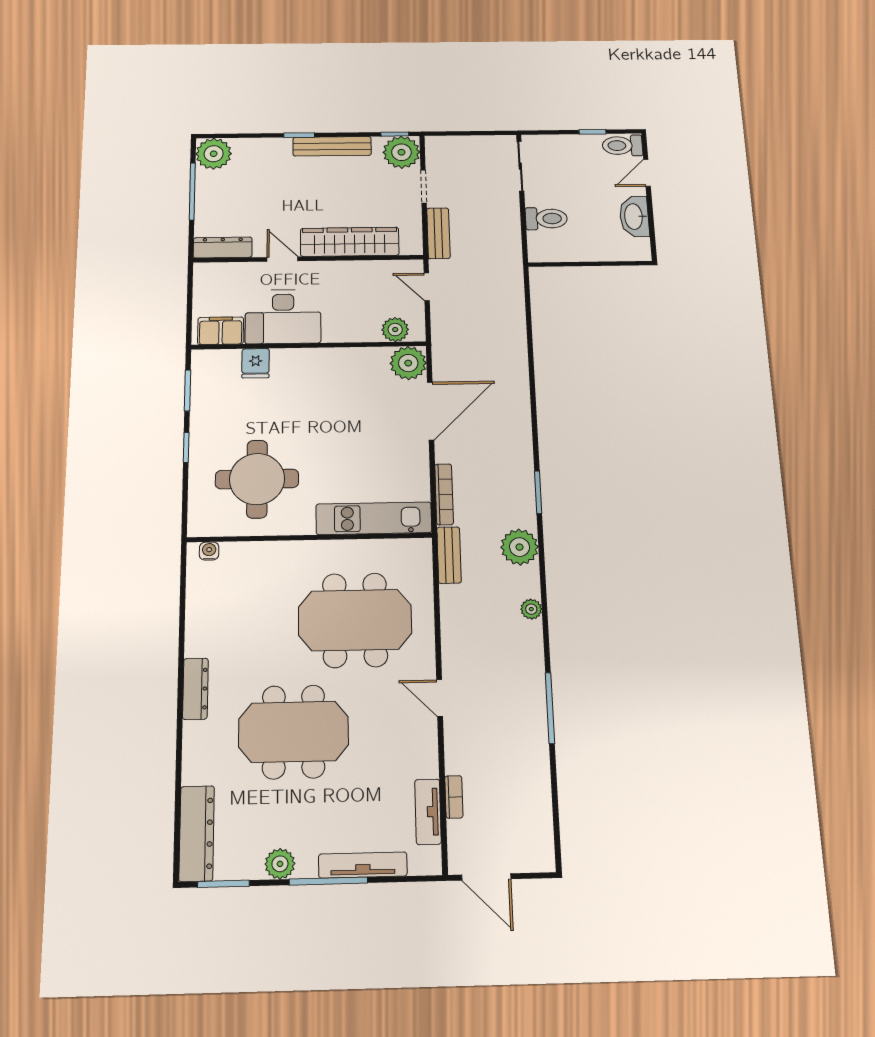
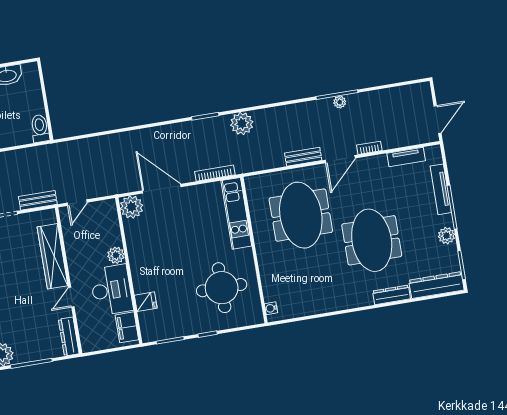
toilet: (546, 219) -> (40, 128), moved
plant: (395, 330) -> (116, 255), moved
bench: (449, 555) -> (303, 157), moved
plant: (531, 609) -> (340, 102), moved
dresser: (195, 689) -> (391, 295), moved
door: (440, 698) -> (340, 159), width x1.38
bookcase: (454, 797) -> (369, 148), moved

